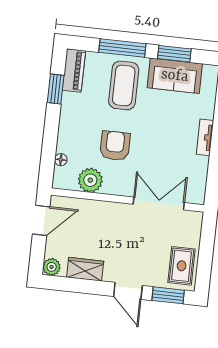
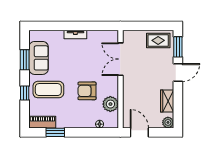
window: (122, 48) -> (25, 93), width x0.46

